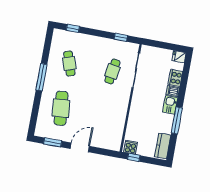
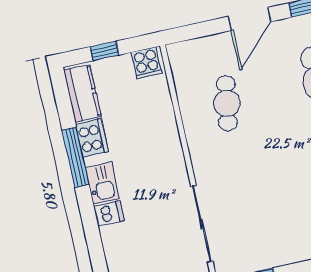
cafe table: (112, 71) -> (227, 103), moved
cooker: (175, 78) -> (92, 138), moved
window: (134, 157) -> (105, 51), moved

